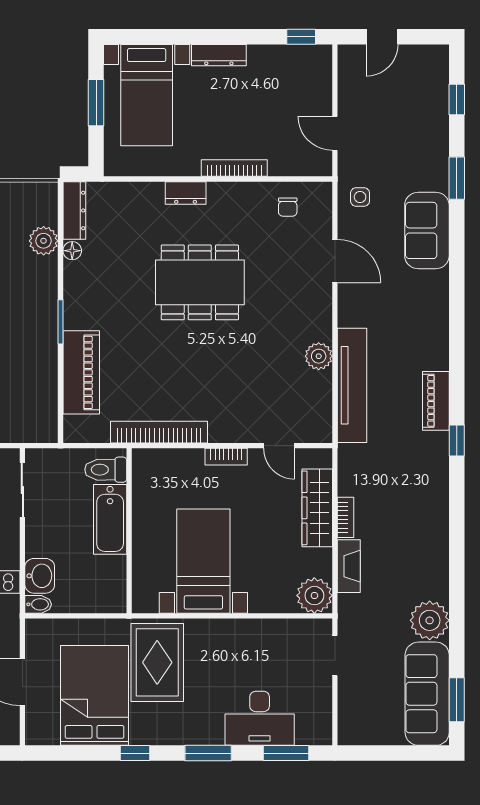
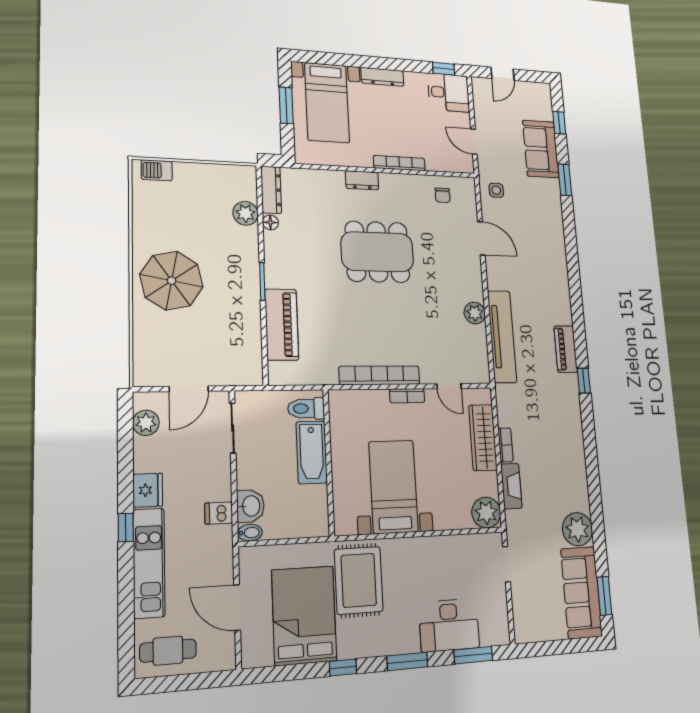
desk: (305, 69) -> (449, 93), added
sofa: (427, 230) -> (541, 149), moved
bookcase: (159, 432) -> (380, 375), moved

